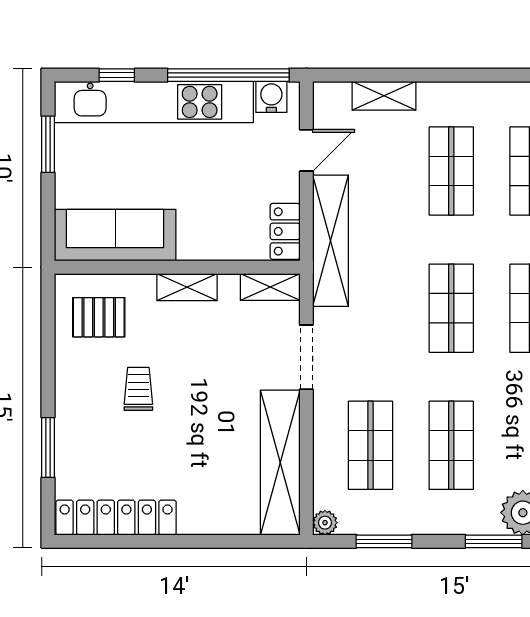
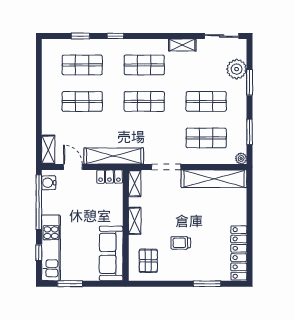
shelving: (384, 96) -> (48, 150), moved
kitchen unit: (154, 102) -> (51, 248), width x0.73

